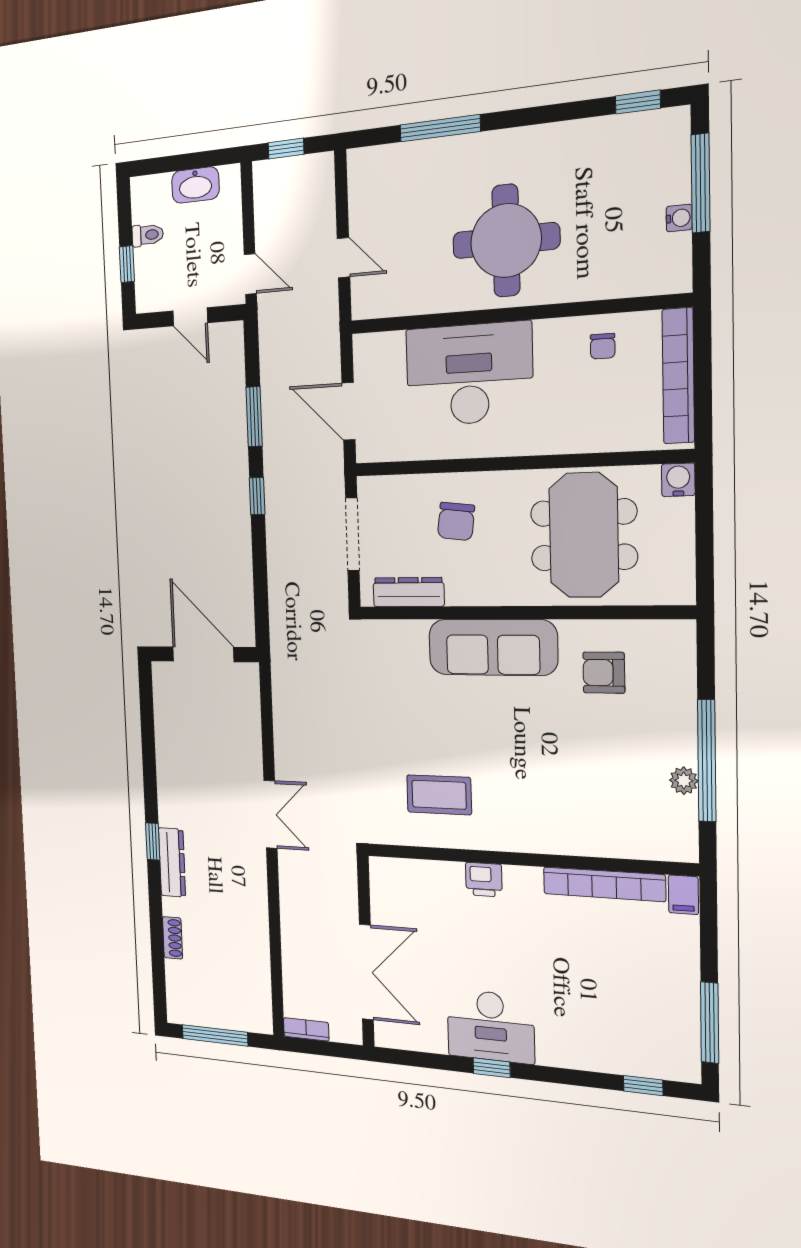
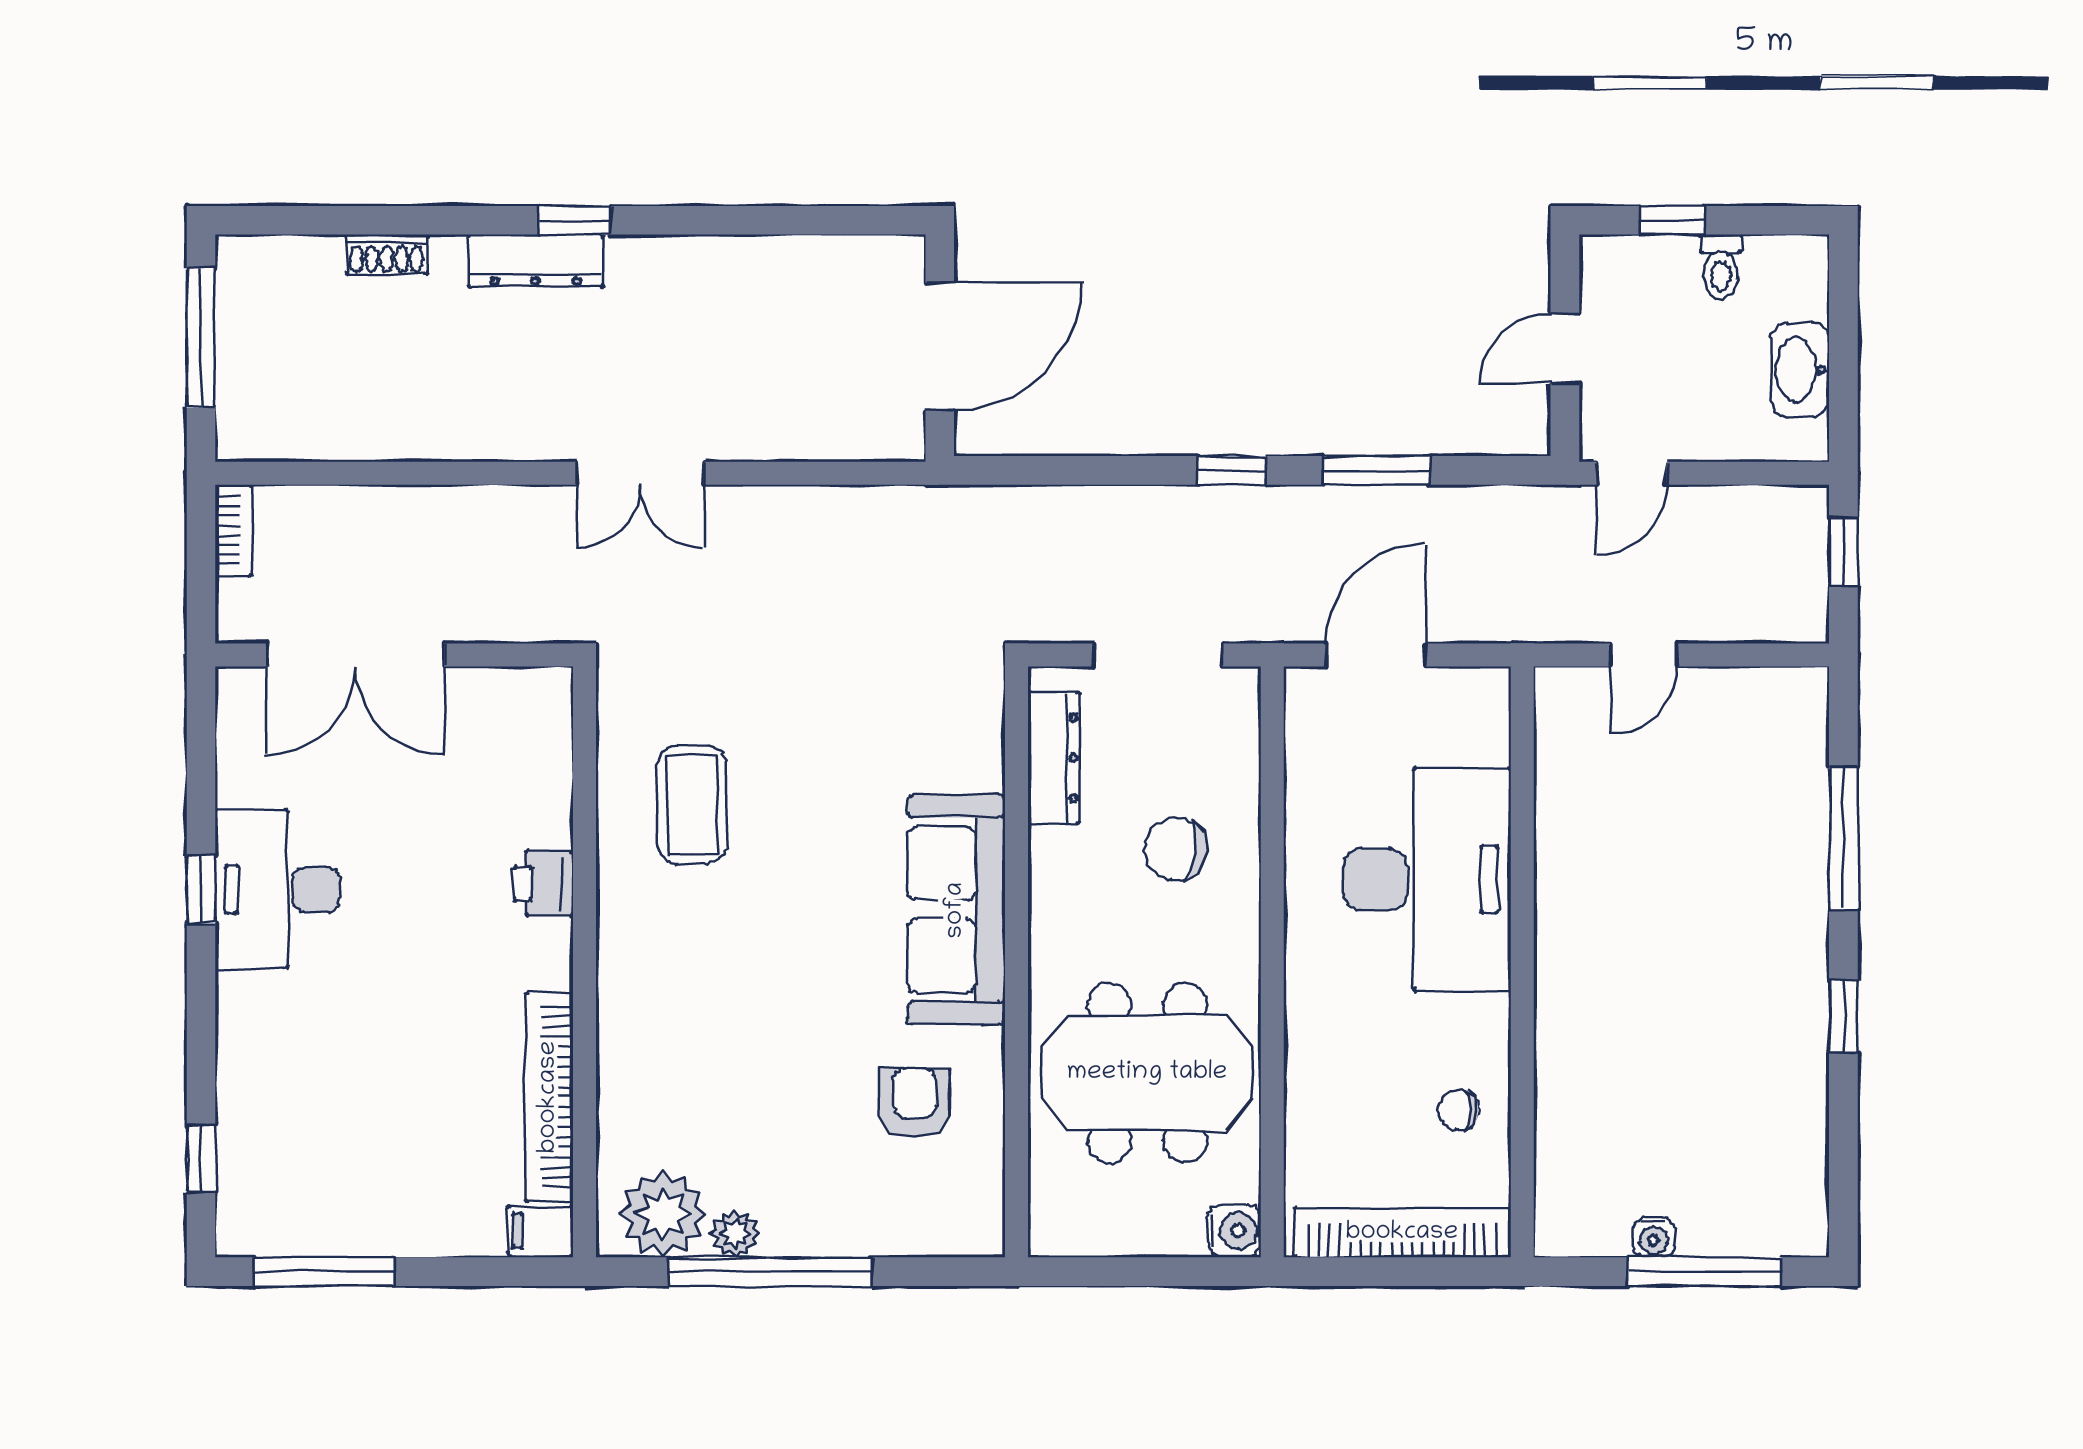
window: (638, 102) -> (1843, 1016), moved
round table: (506, 241) -> (1645, 950), removed
plant: (672, 822) -> (663, 1214), added

